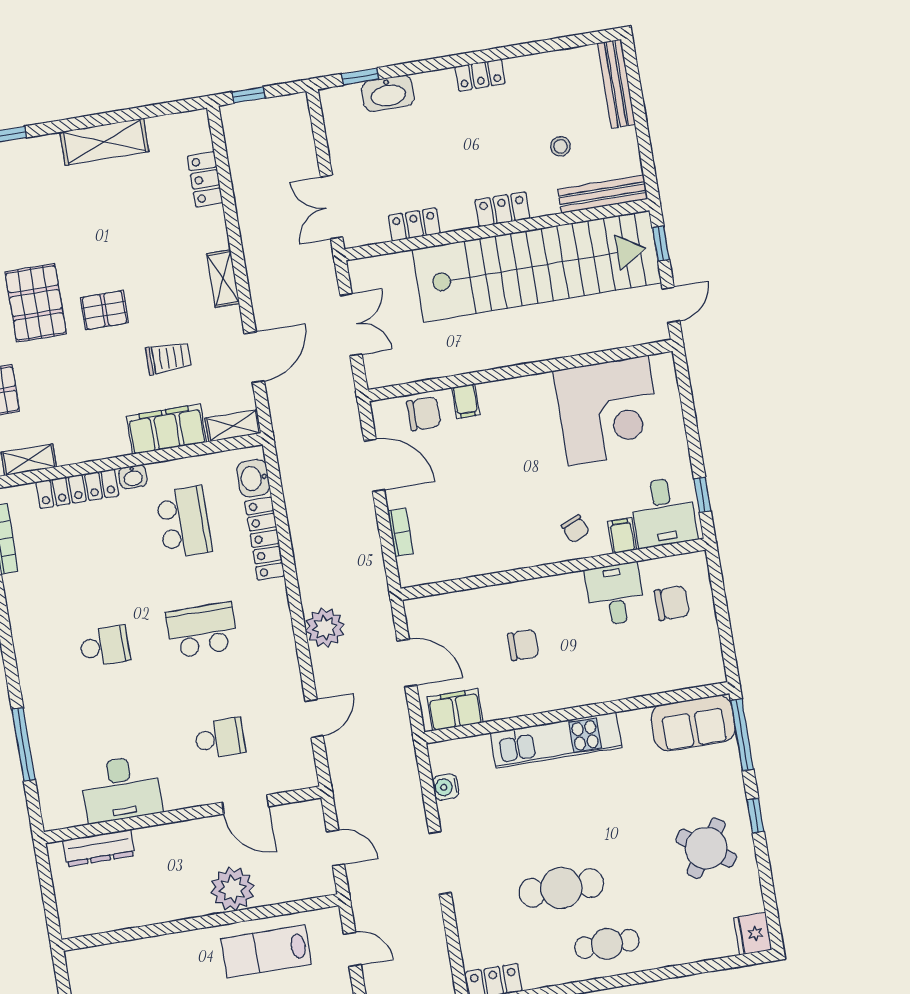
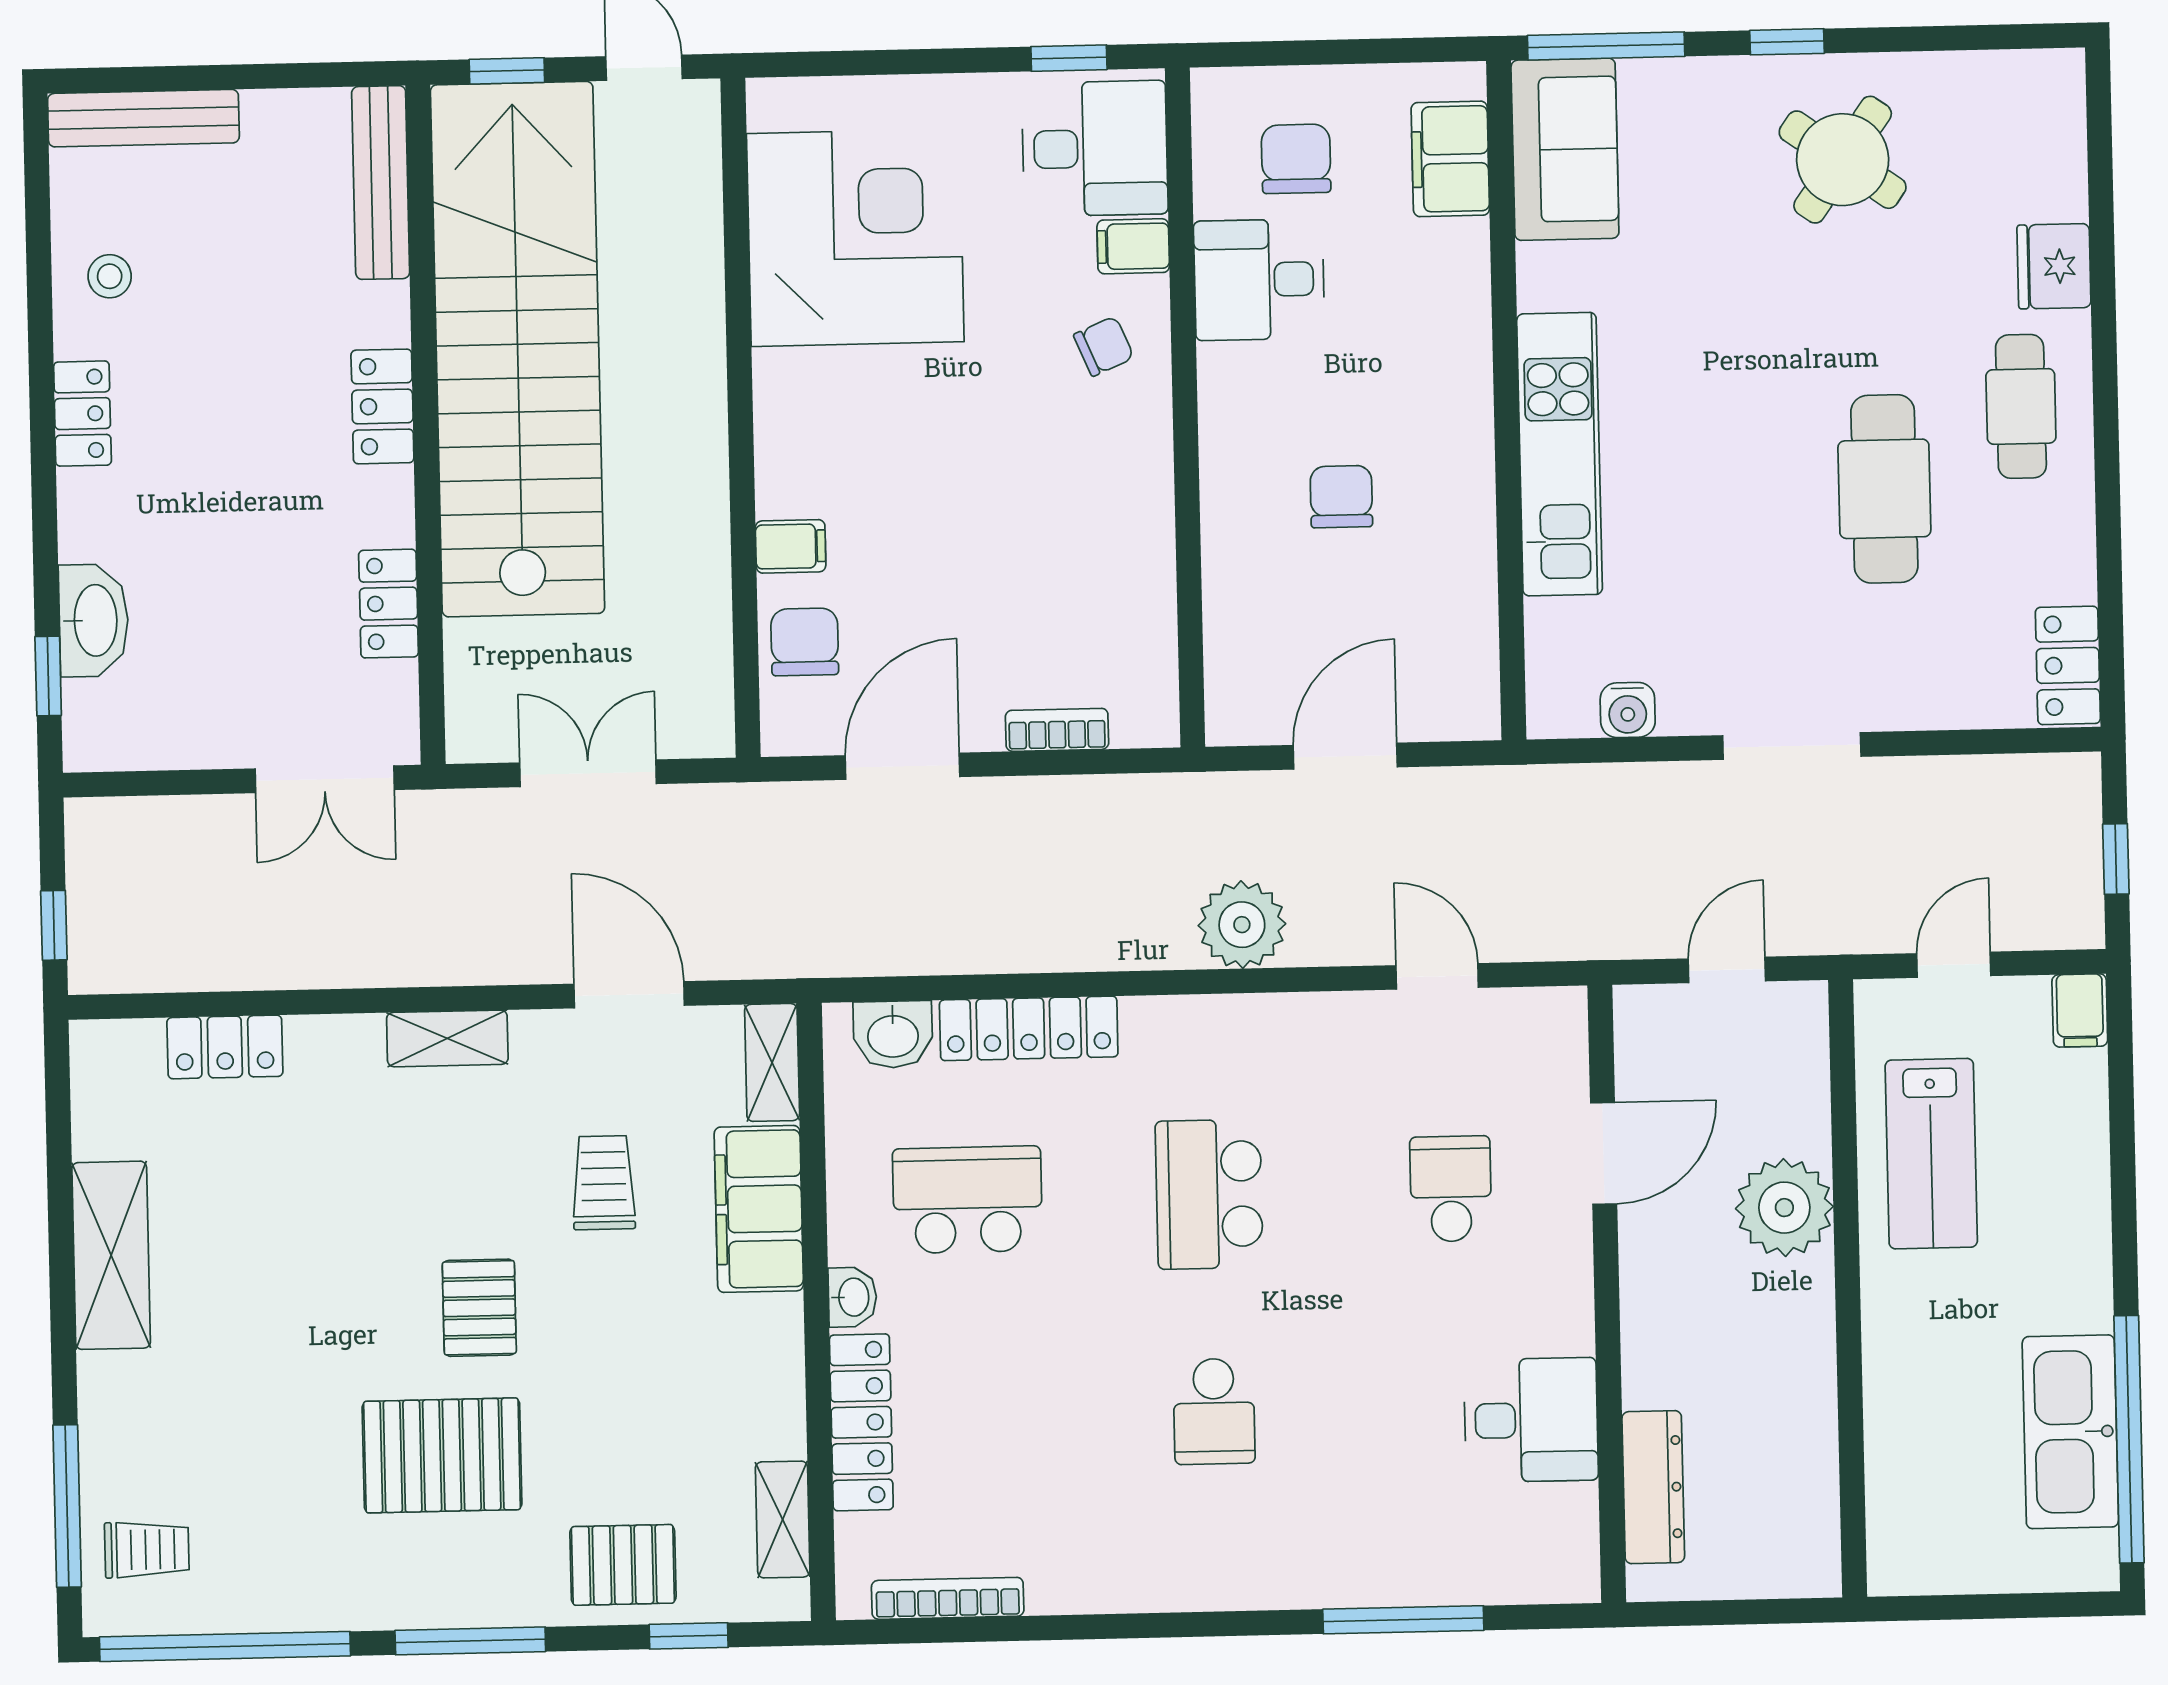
stool: (561, 146) -> (110, 276), moved
school desk: (105, 646) -> (1214, 1411), turned 180
filing cabinet: (455, 710) -> (1450, 159), moved
desk: (121, 789) -> (1531, 1420), width x0.73
fridge: (753, 934) -> (2054, 266), moved, turned 90

